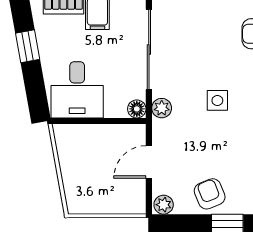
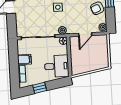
door: (149, 162) -> (85, 34), hinge flipped

